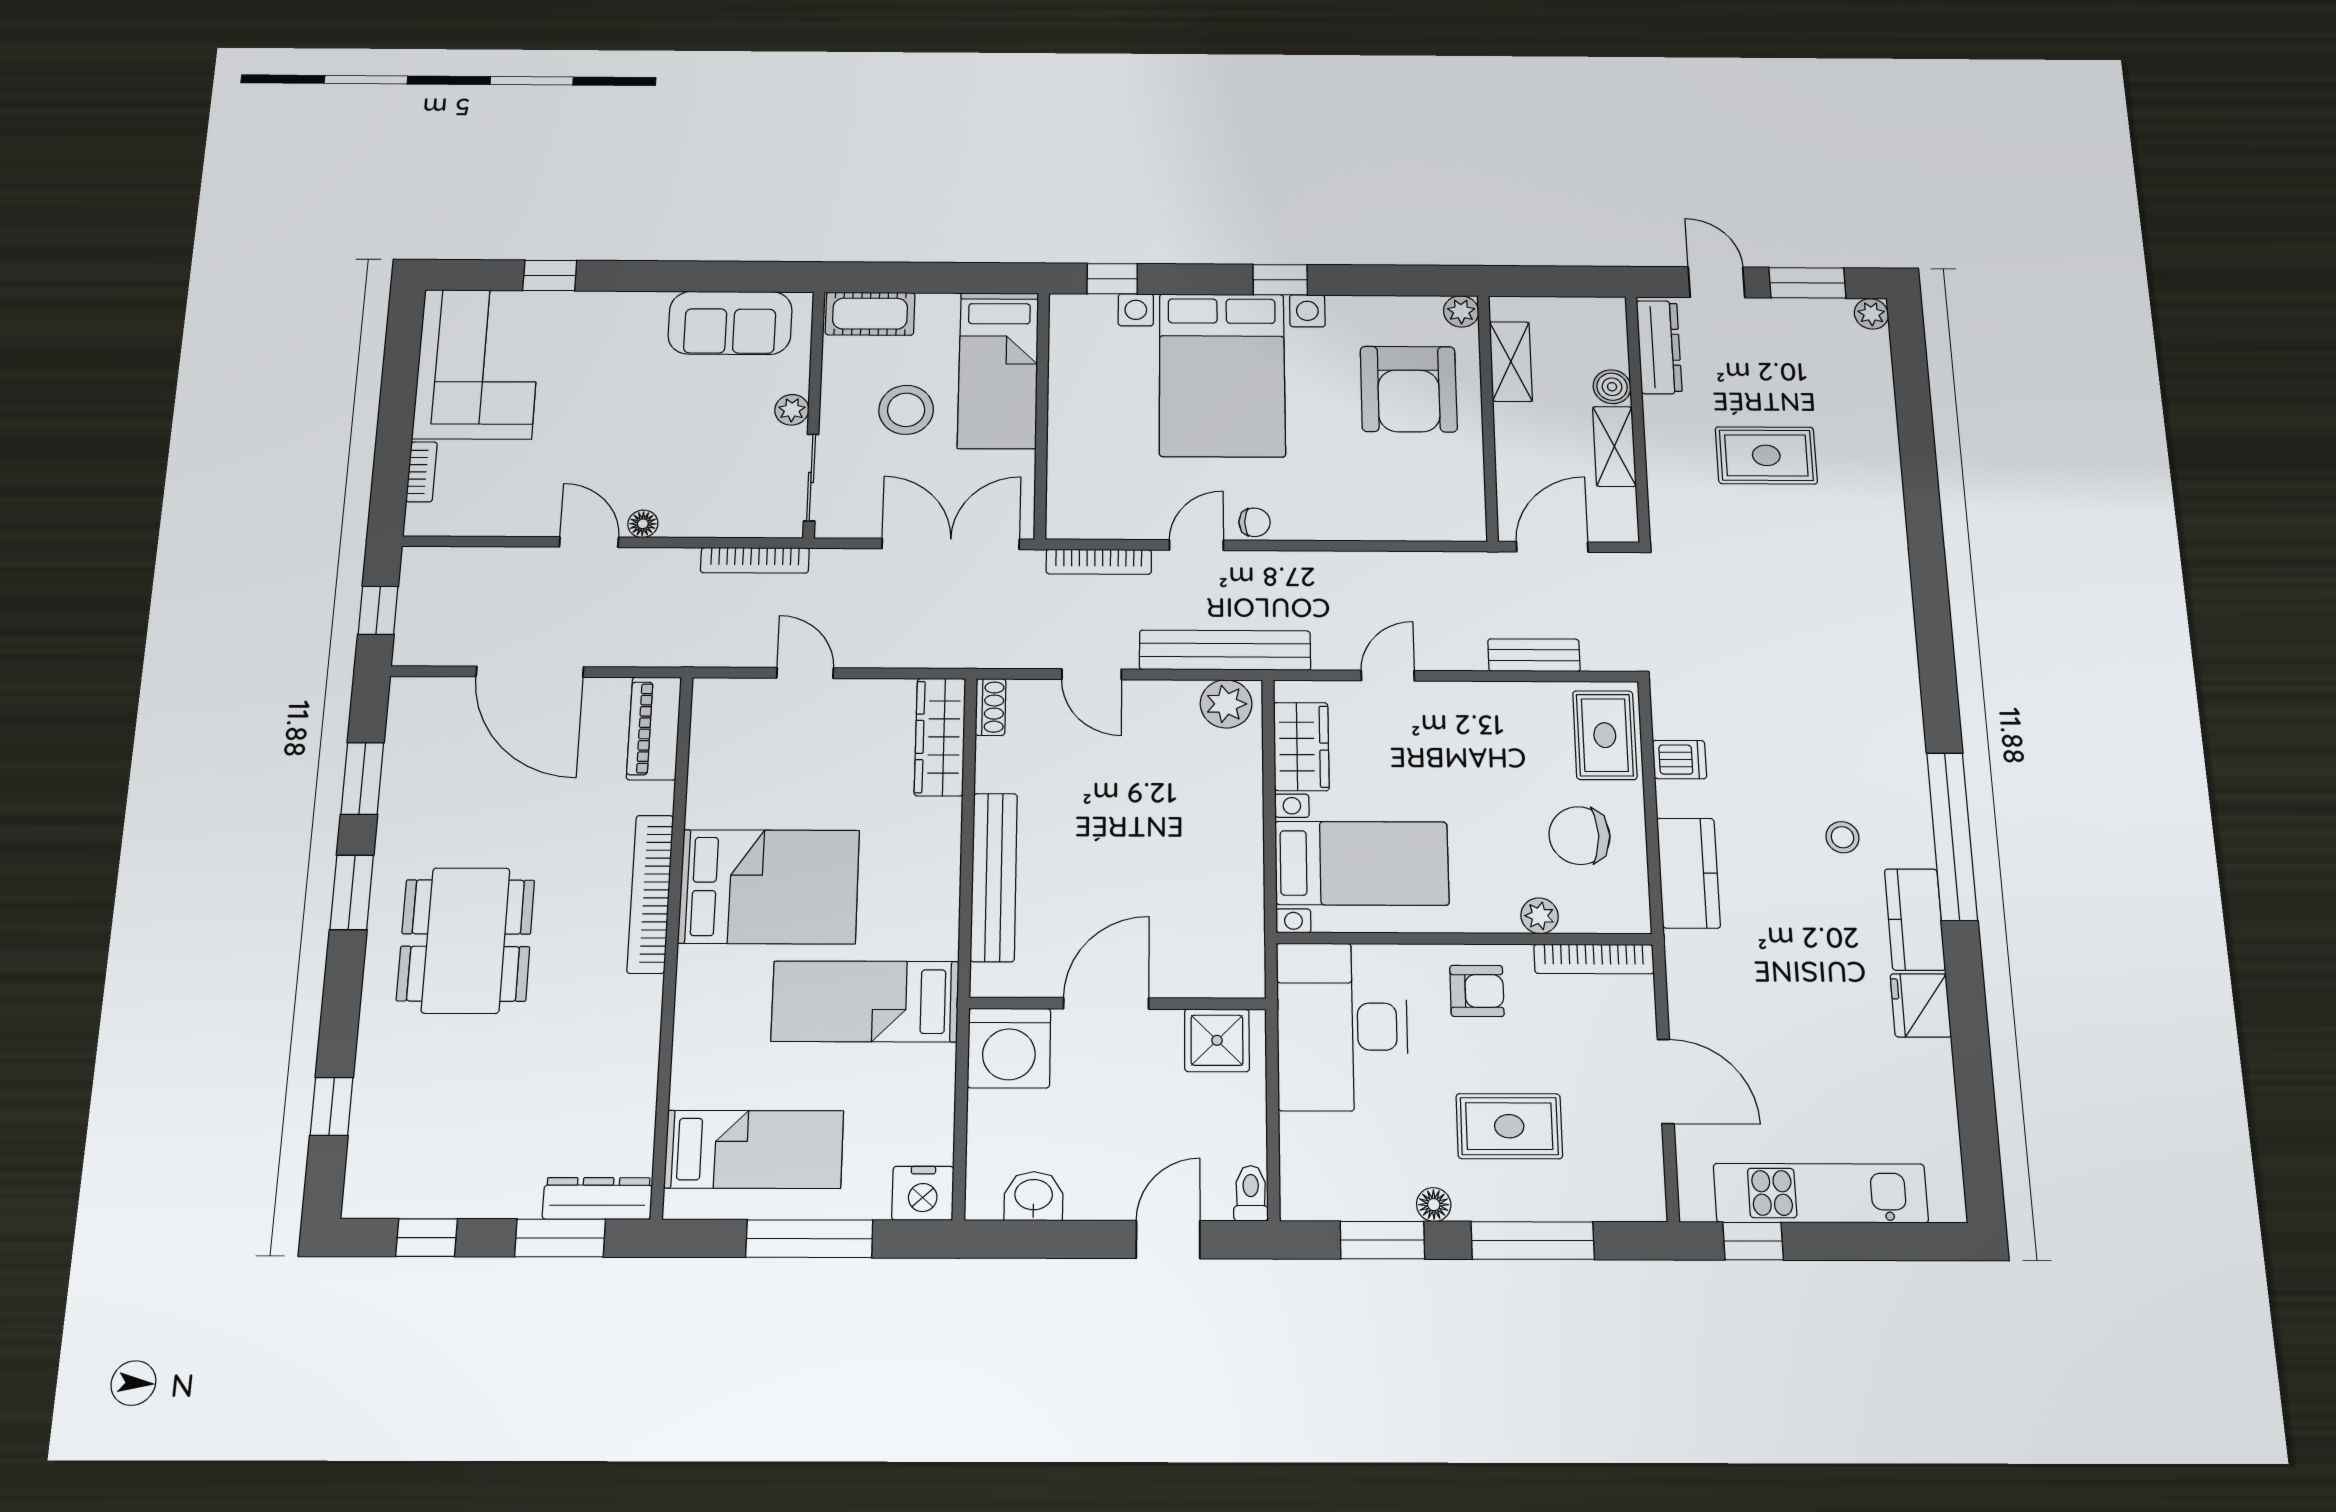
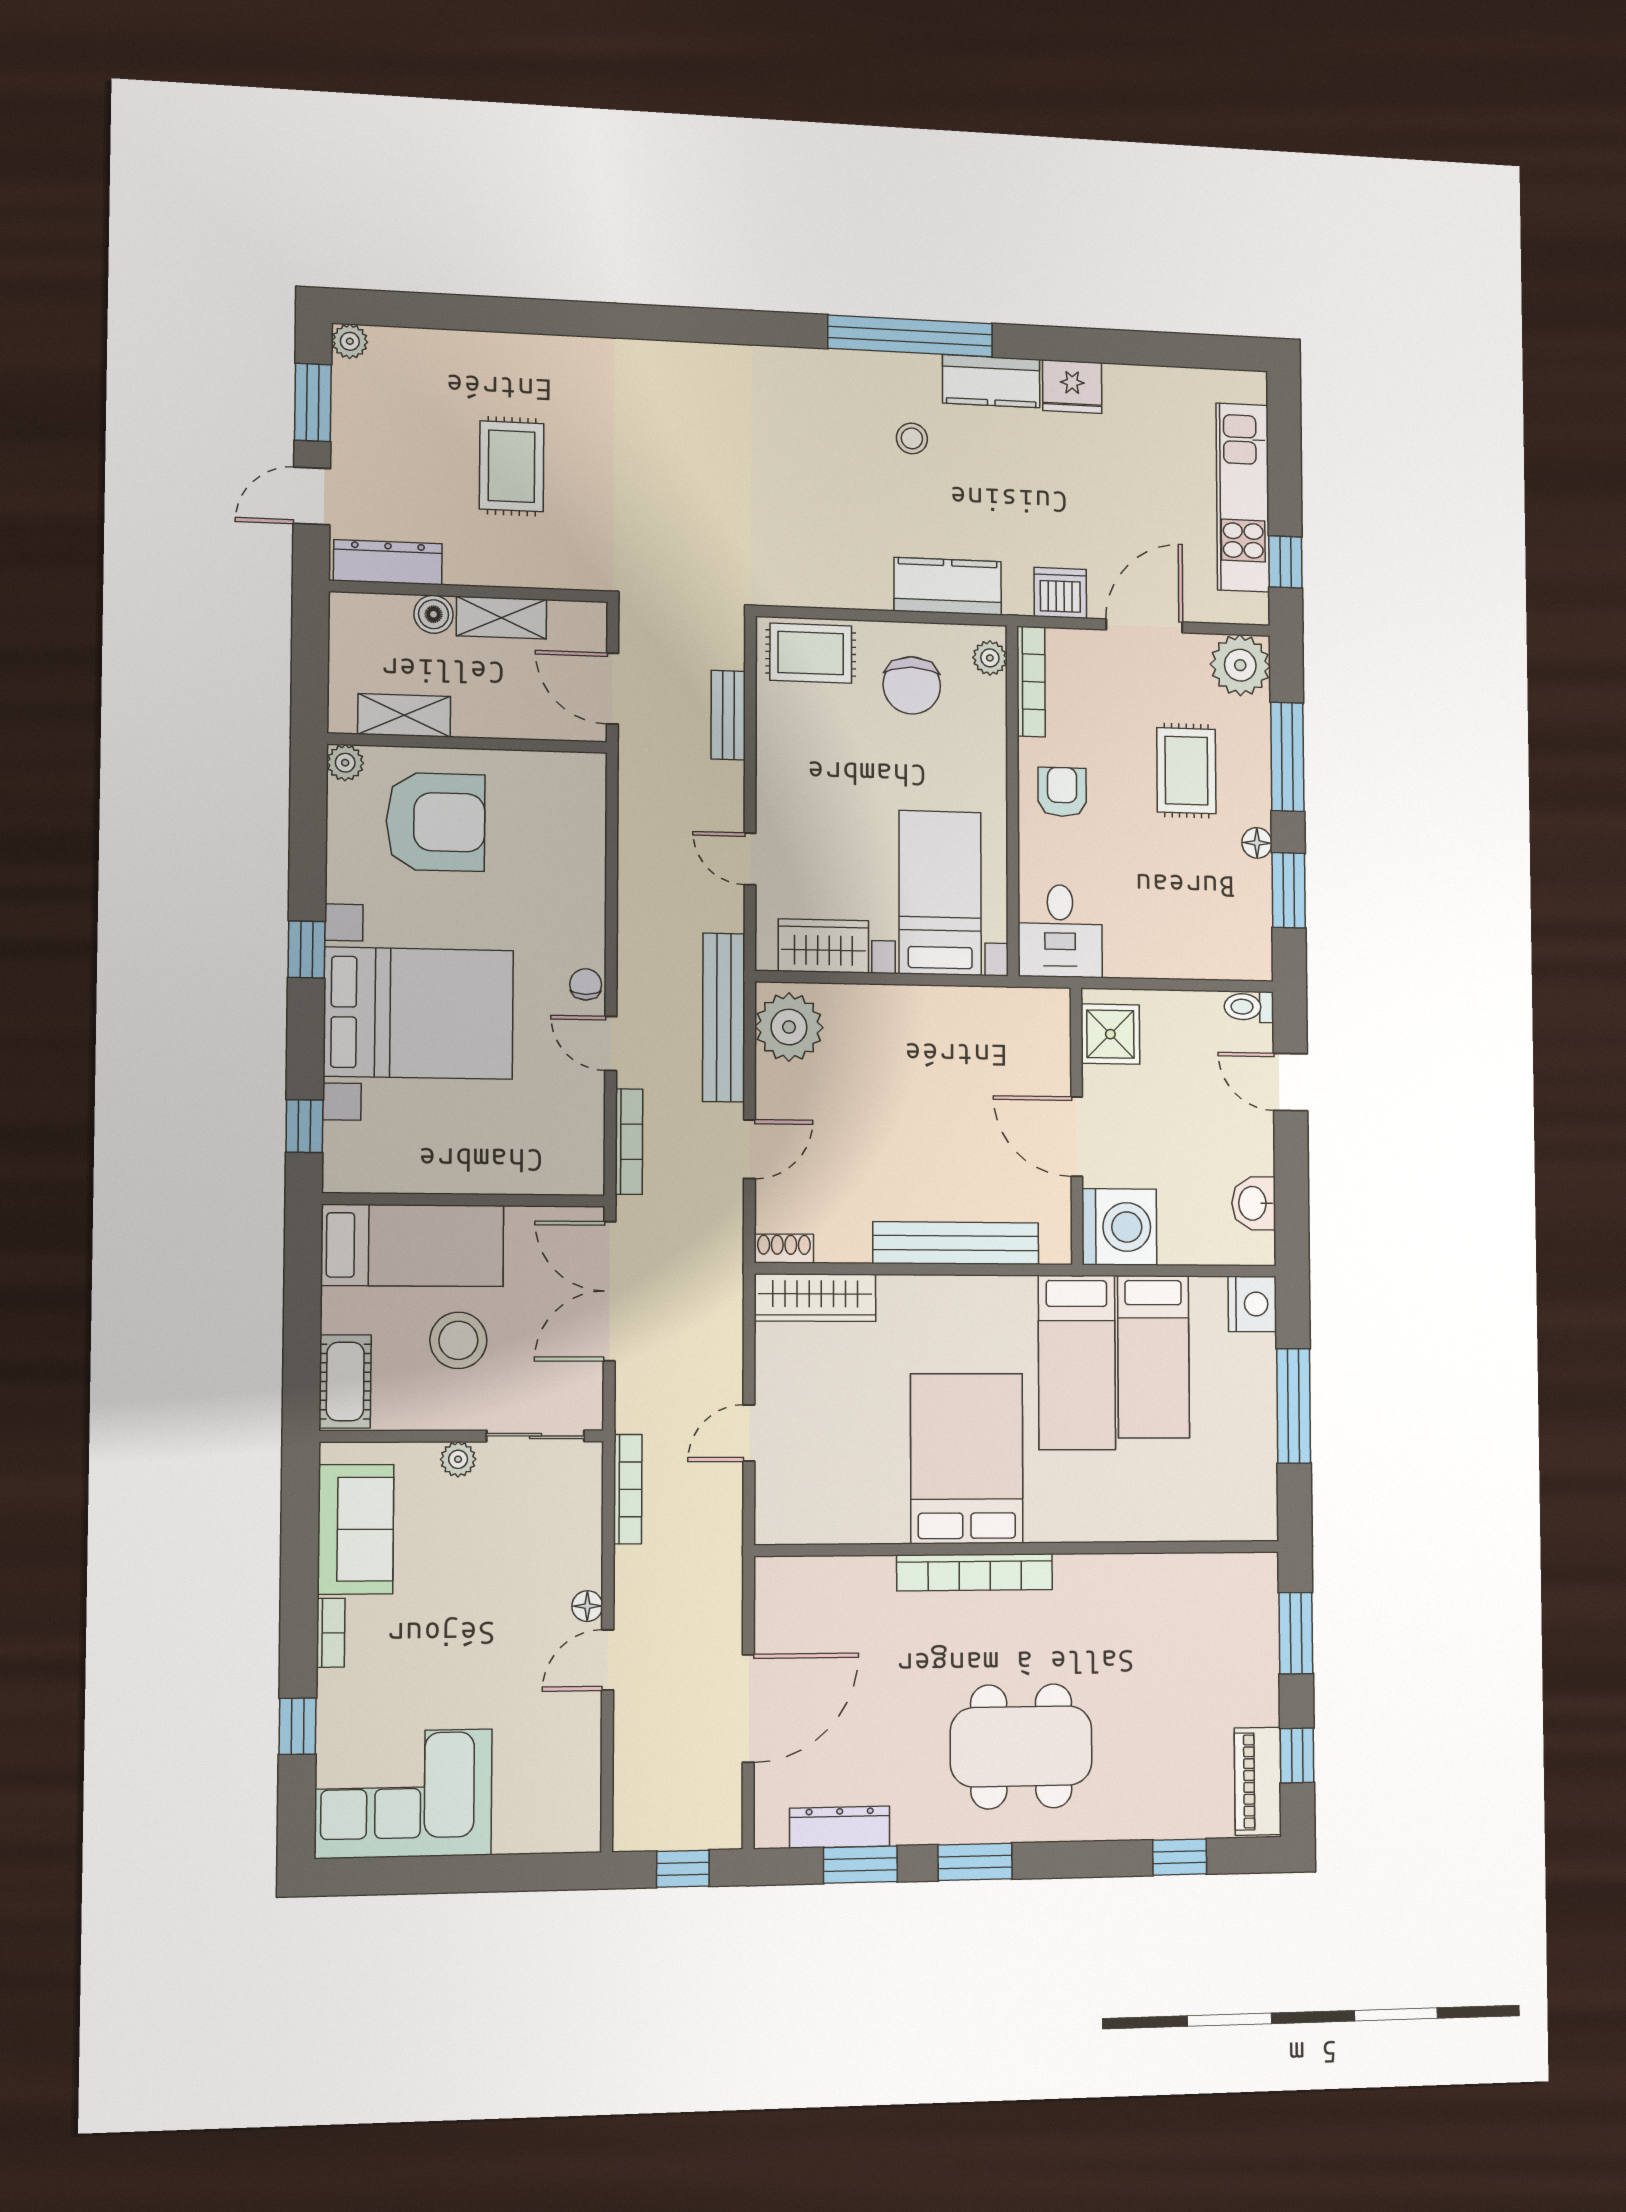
bookcase: (422, 472) -> (331, 1633), moved, turned 90
plant: (1226, 704) -> (789, 1027), width x1.36, depth x1.36
piano: (654, 728) -> (1258, 1781), moved, turned 90
dishwasher: (1679, 760) -> (1060, 593), moved, width x1.38
plant: (1540, 916) -> (990, 658), moved
desk: (1342, 1027) -> (1060, 931), width x0.53, depth x0.77
bed: (754, 1149) -> (1153, 1357), moved, turned 180
plant: (1631, 1188) -> (1240, 665), added
dresser: (598, 1198) -> (840, 1827), moved, turned 90

